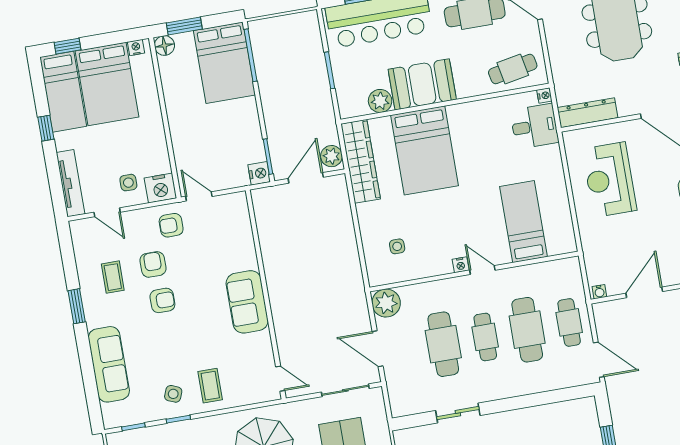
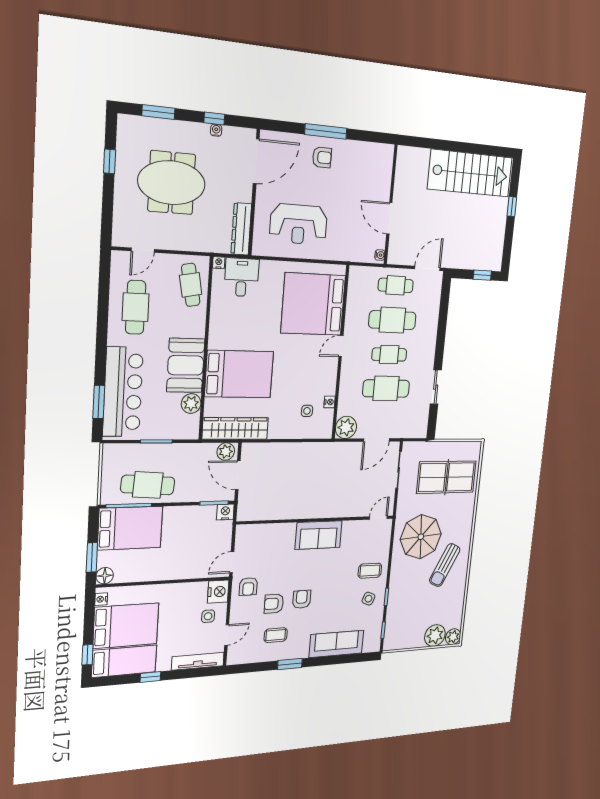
cafe table: (278, 72) -> (148, 485), added
bed: (524, 222) -> (313, 304), width x2.04
nightstand: (461, 265) -> (330, 402), moved

